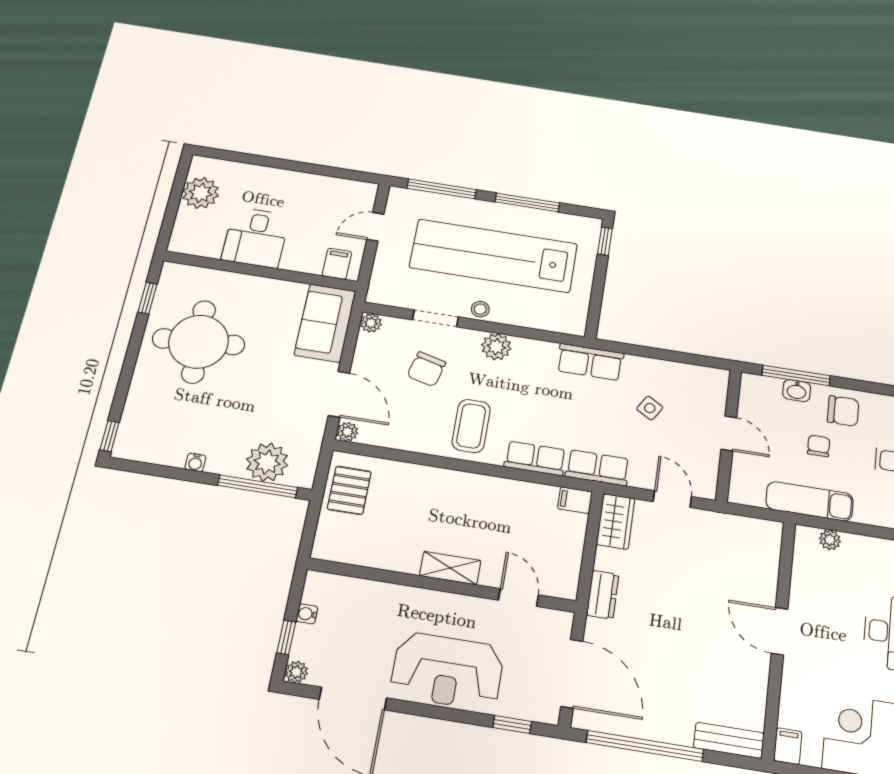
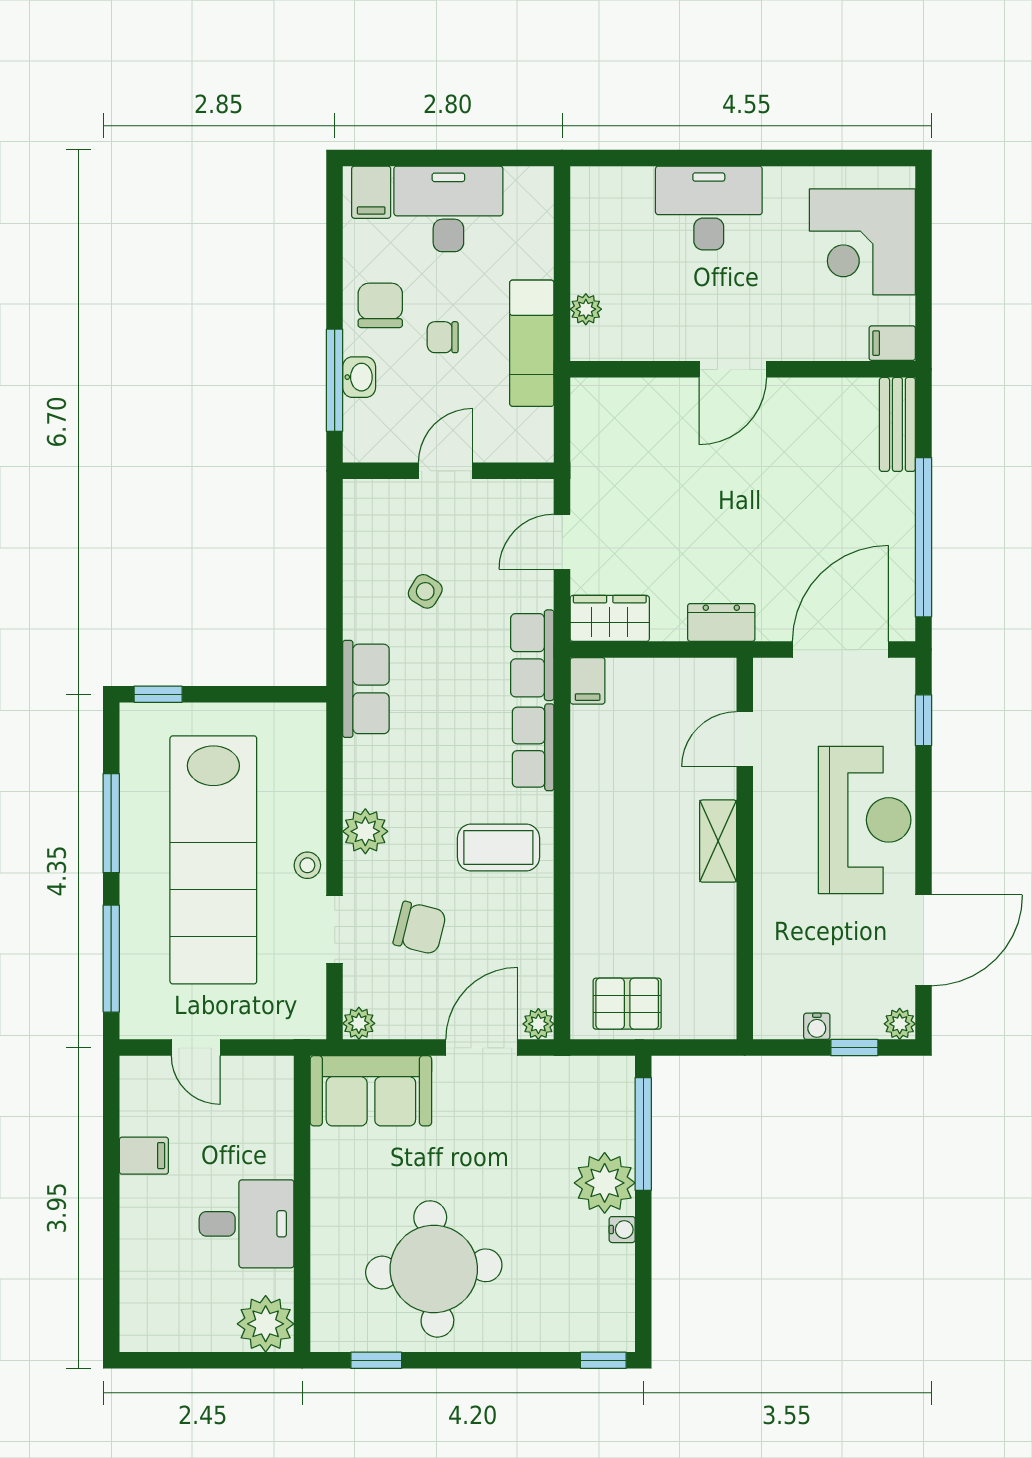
plant: (201, 193) -> (266, 1324), moved
filing cabinet: (337, 264) -> (144, 1156), moved, turned 180
plant: (267, 462) -> (605, 1183), moved

